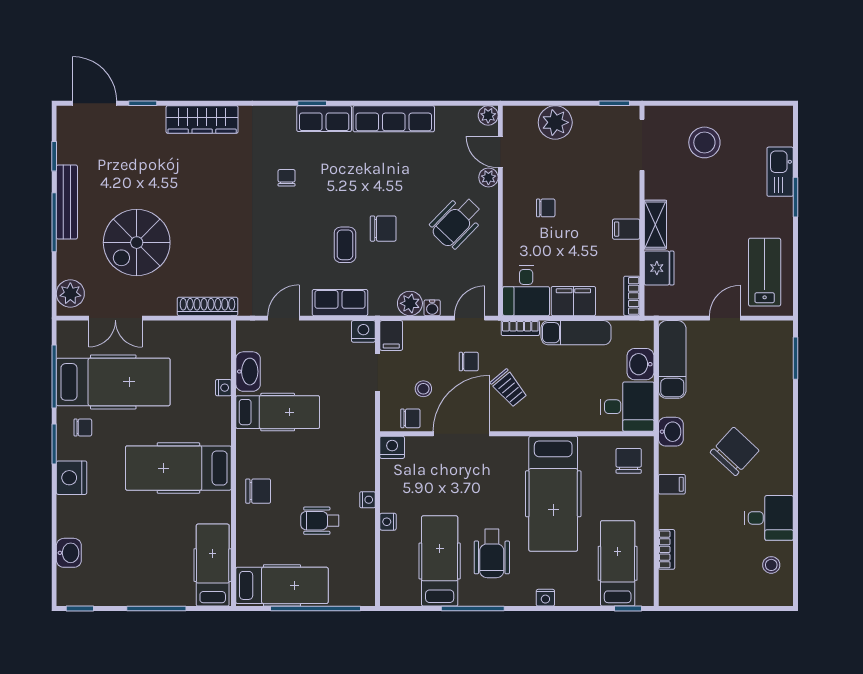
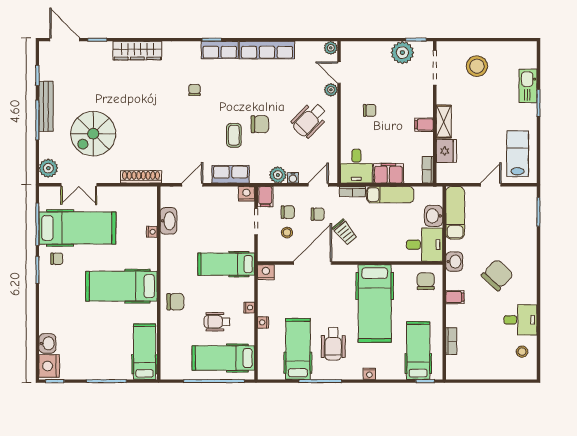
plant: (555, 122) -> (402, 53), moved
hospital bed: (278, 412) -> (226, 264), moved, turned 180
chair: (410, 418) -> (288, 212), moved
nightstand: (72, 478) -> (49, 366), moved
hospital bed: (282, 585) -> (223, 358), moved, turned 180

